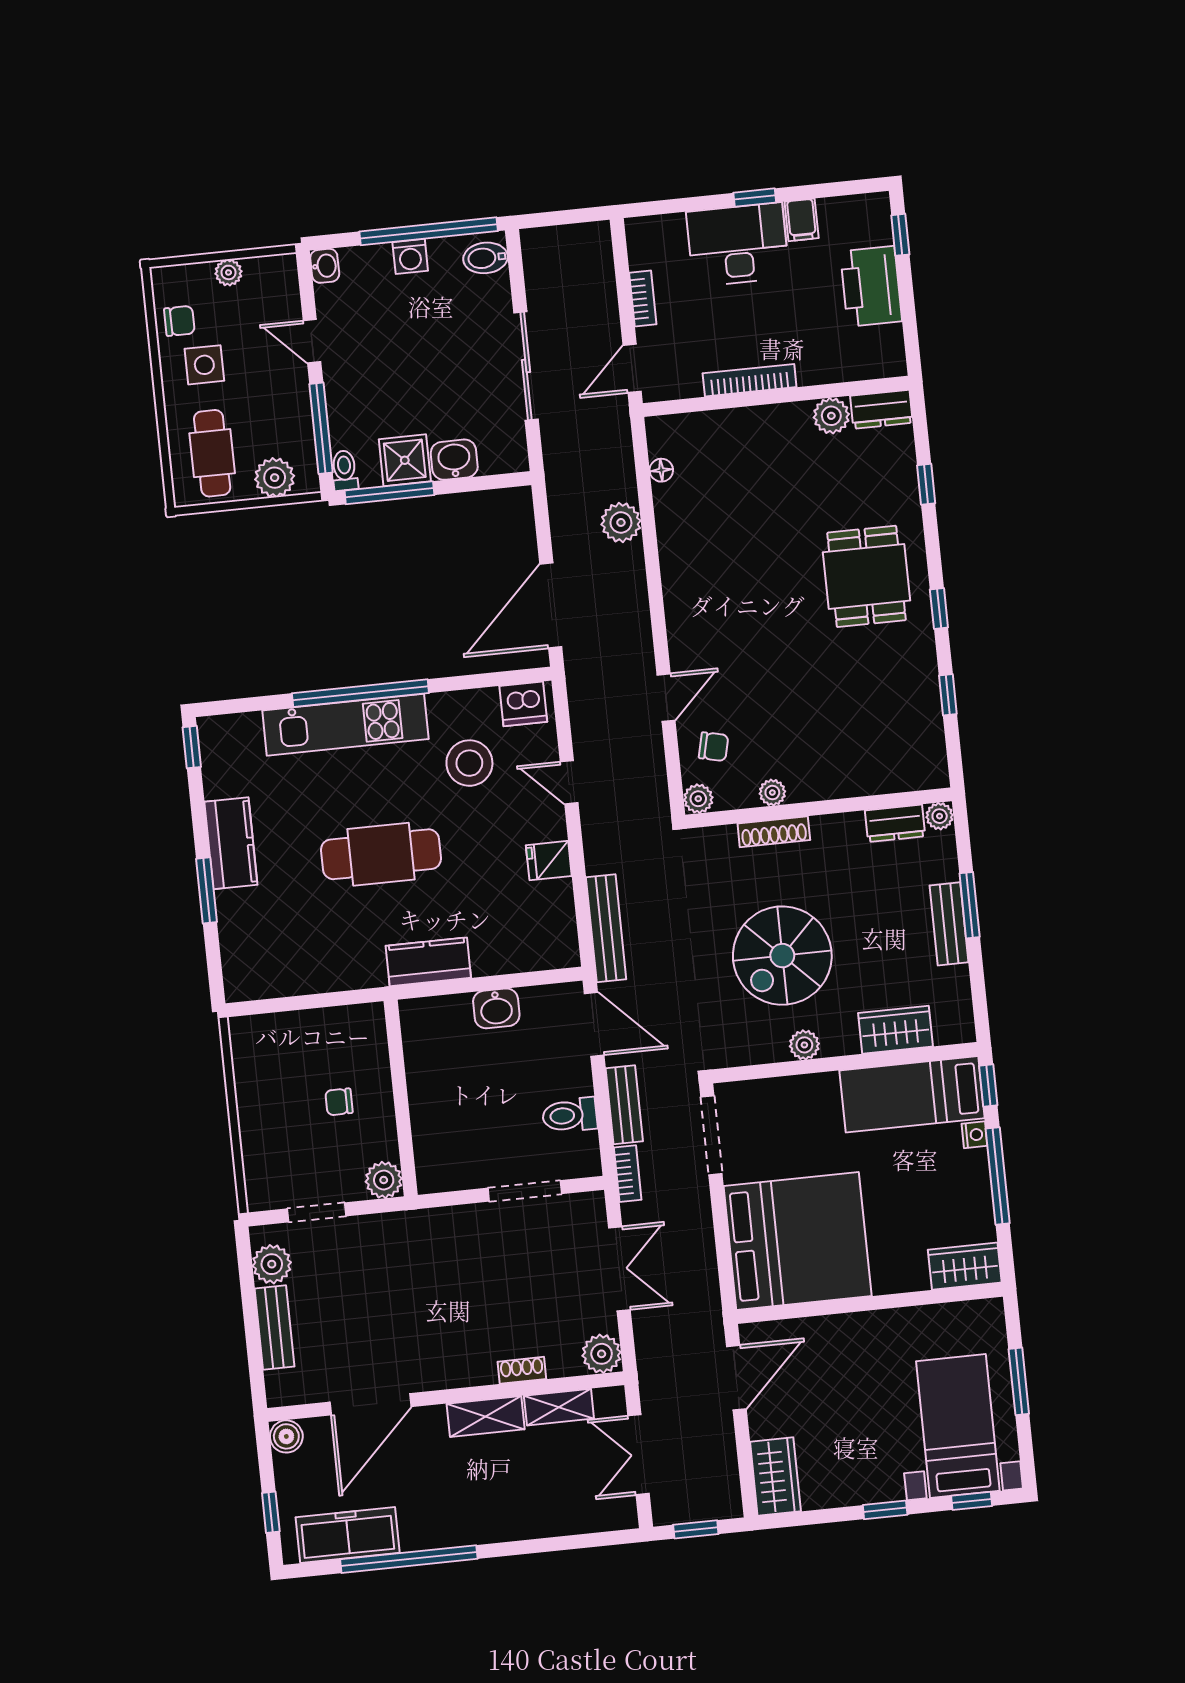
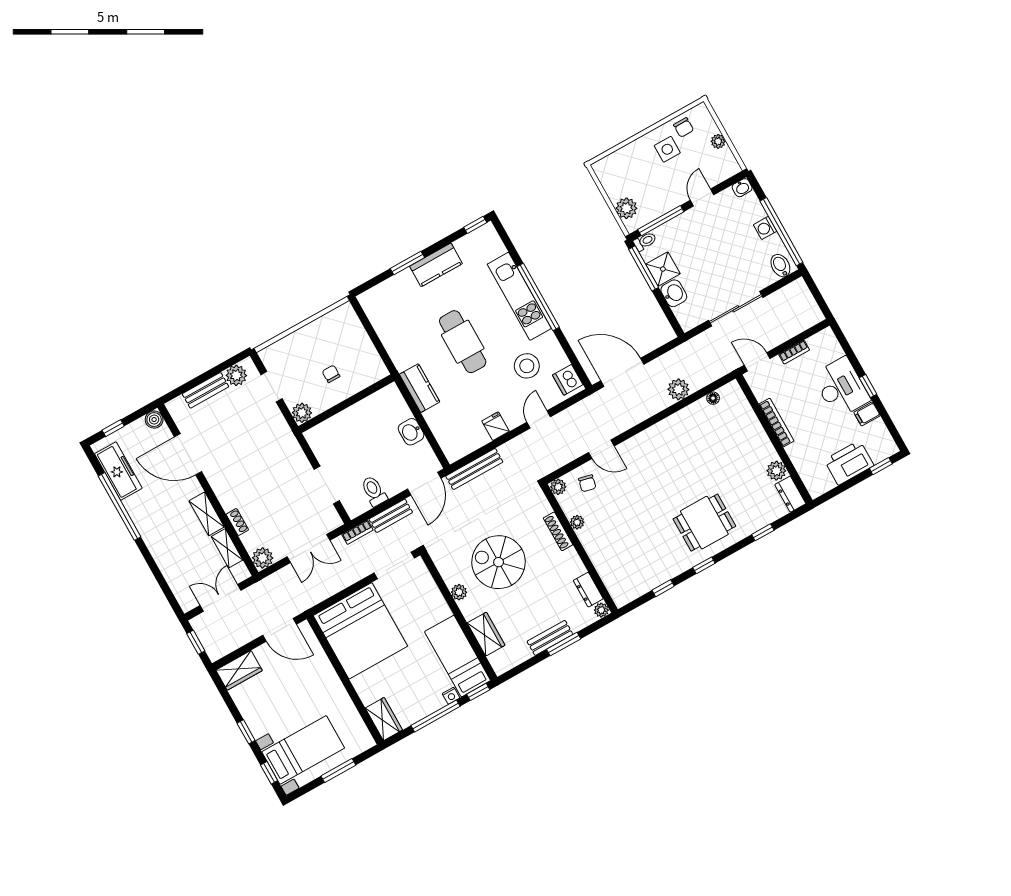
cafe table: (212, 453) -> (625, 172), removed

